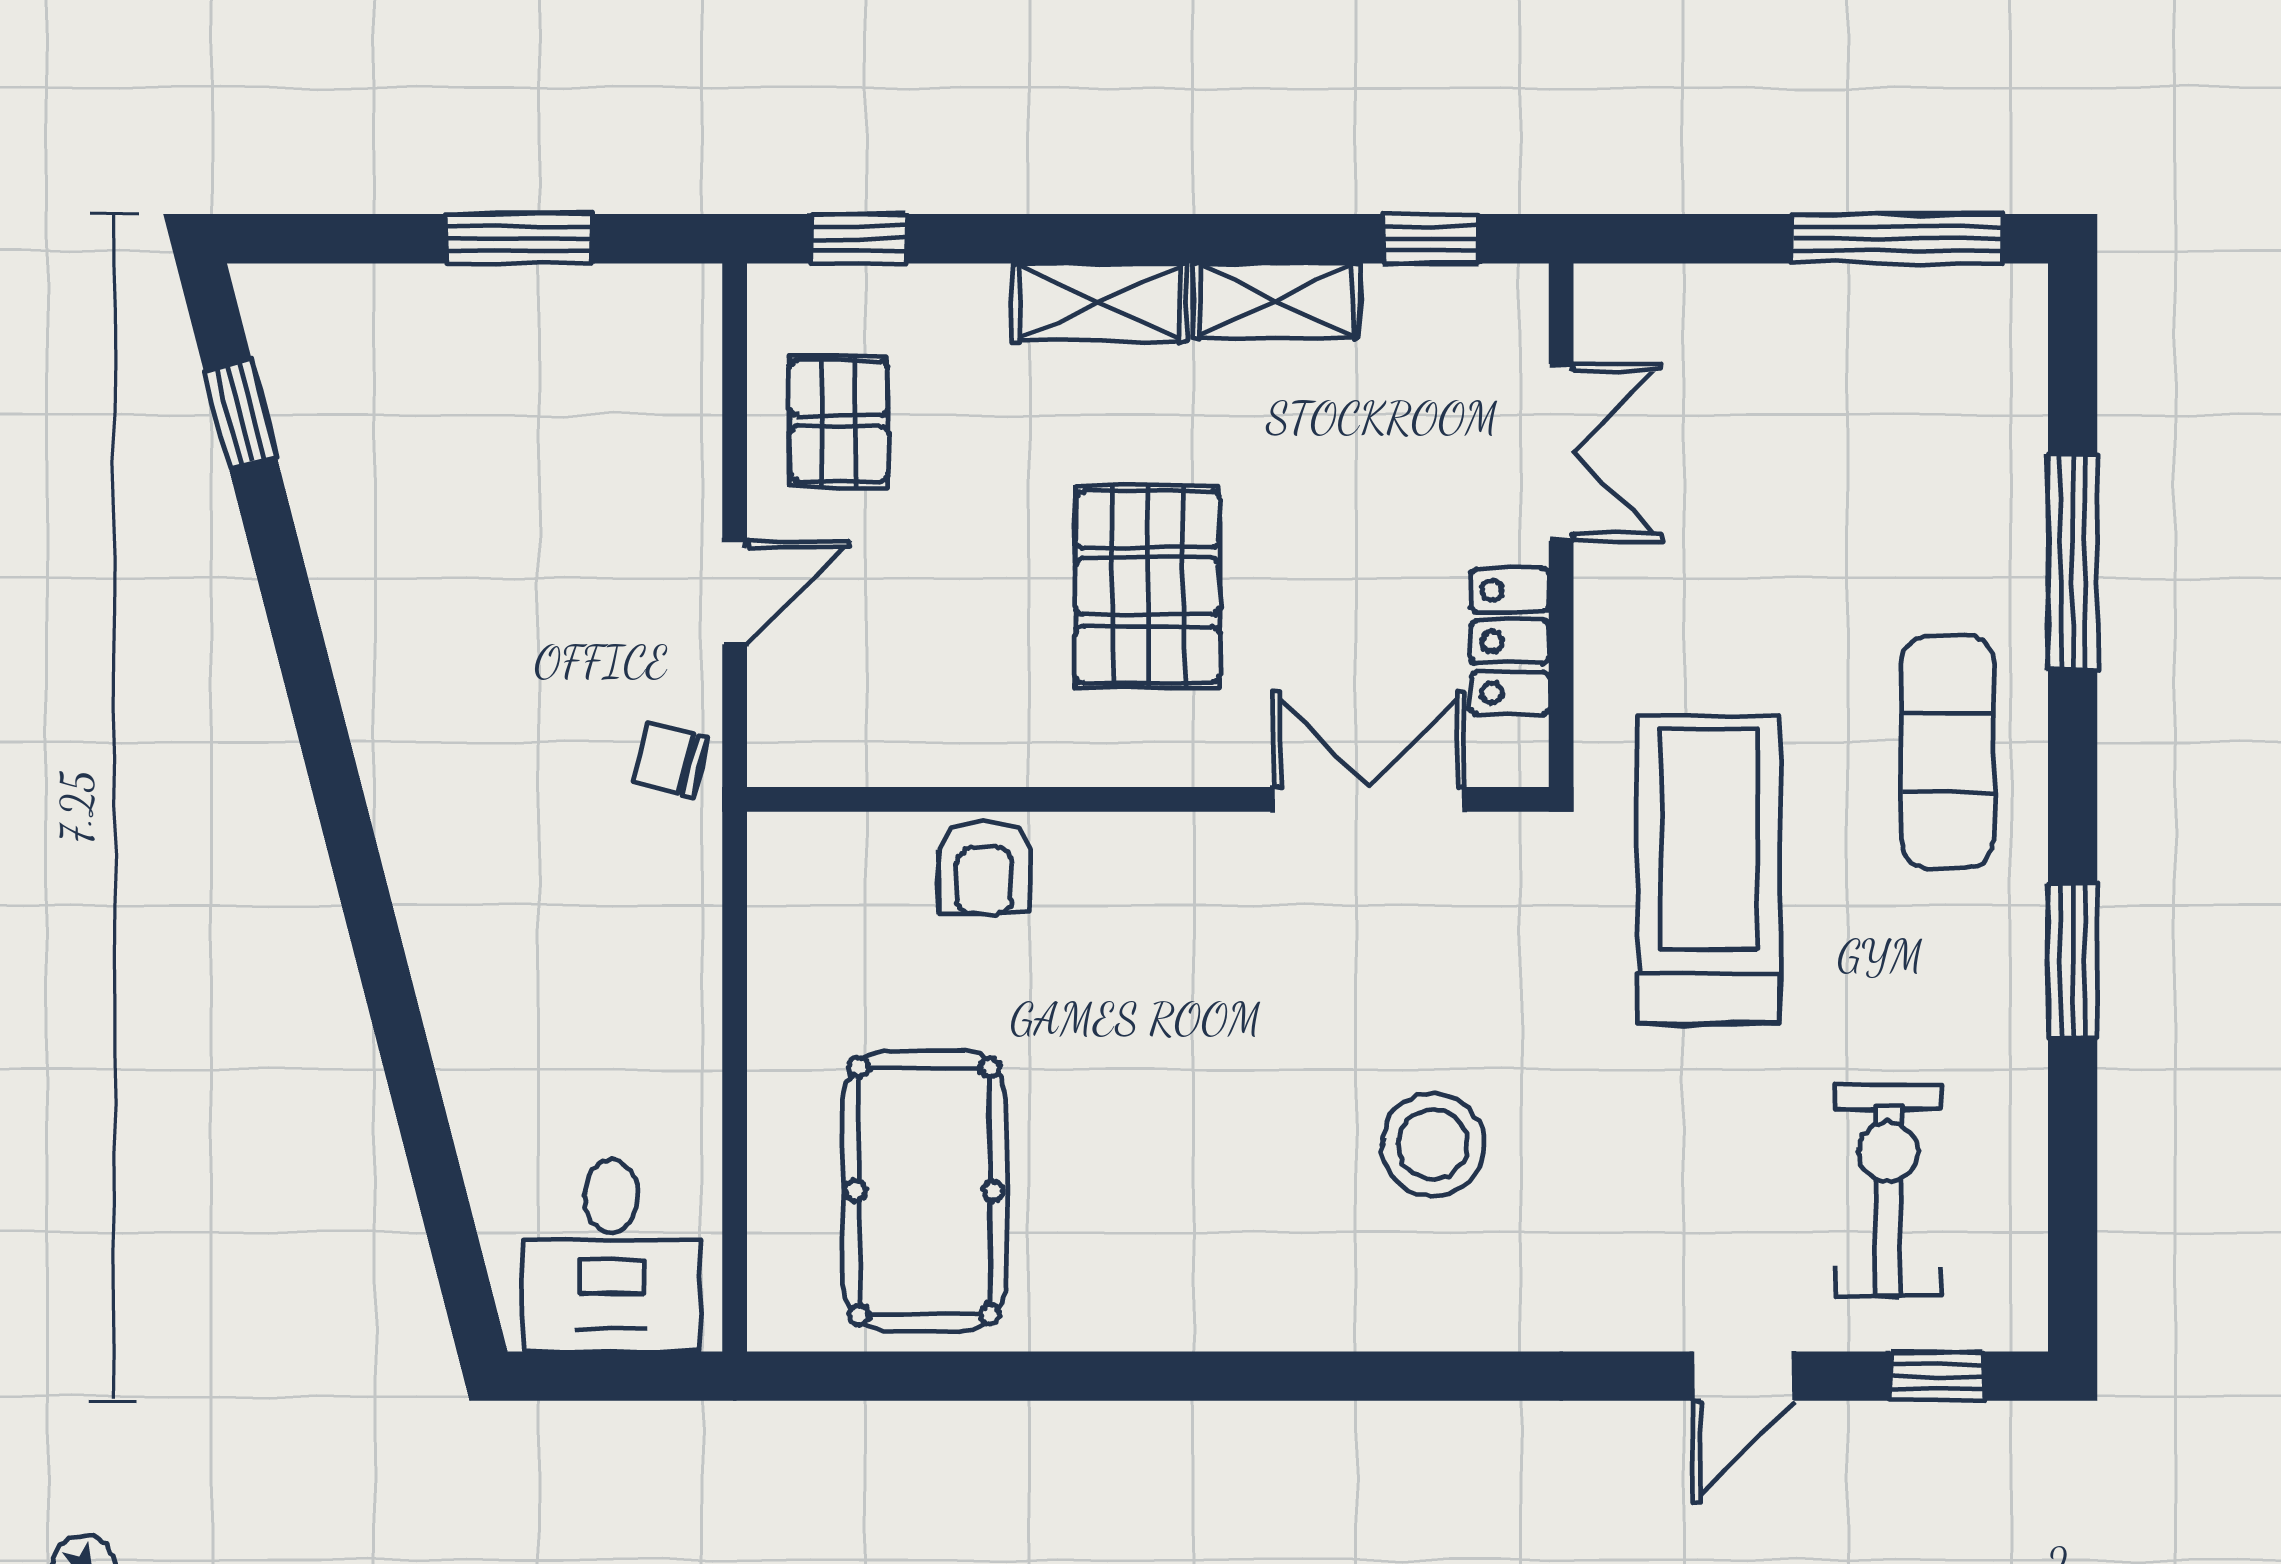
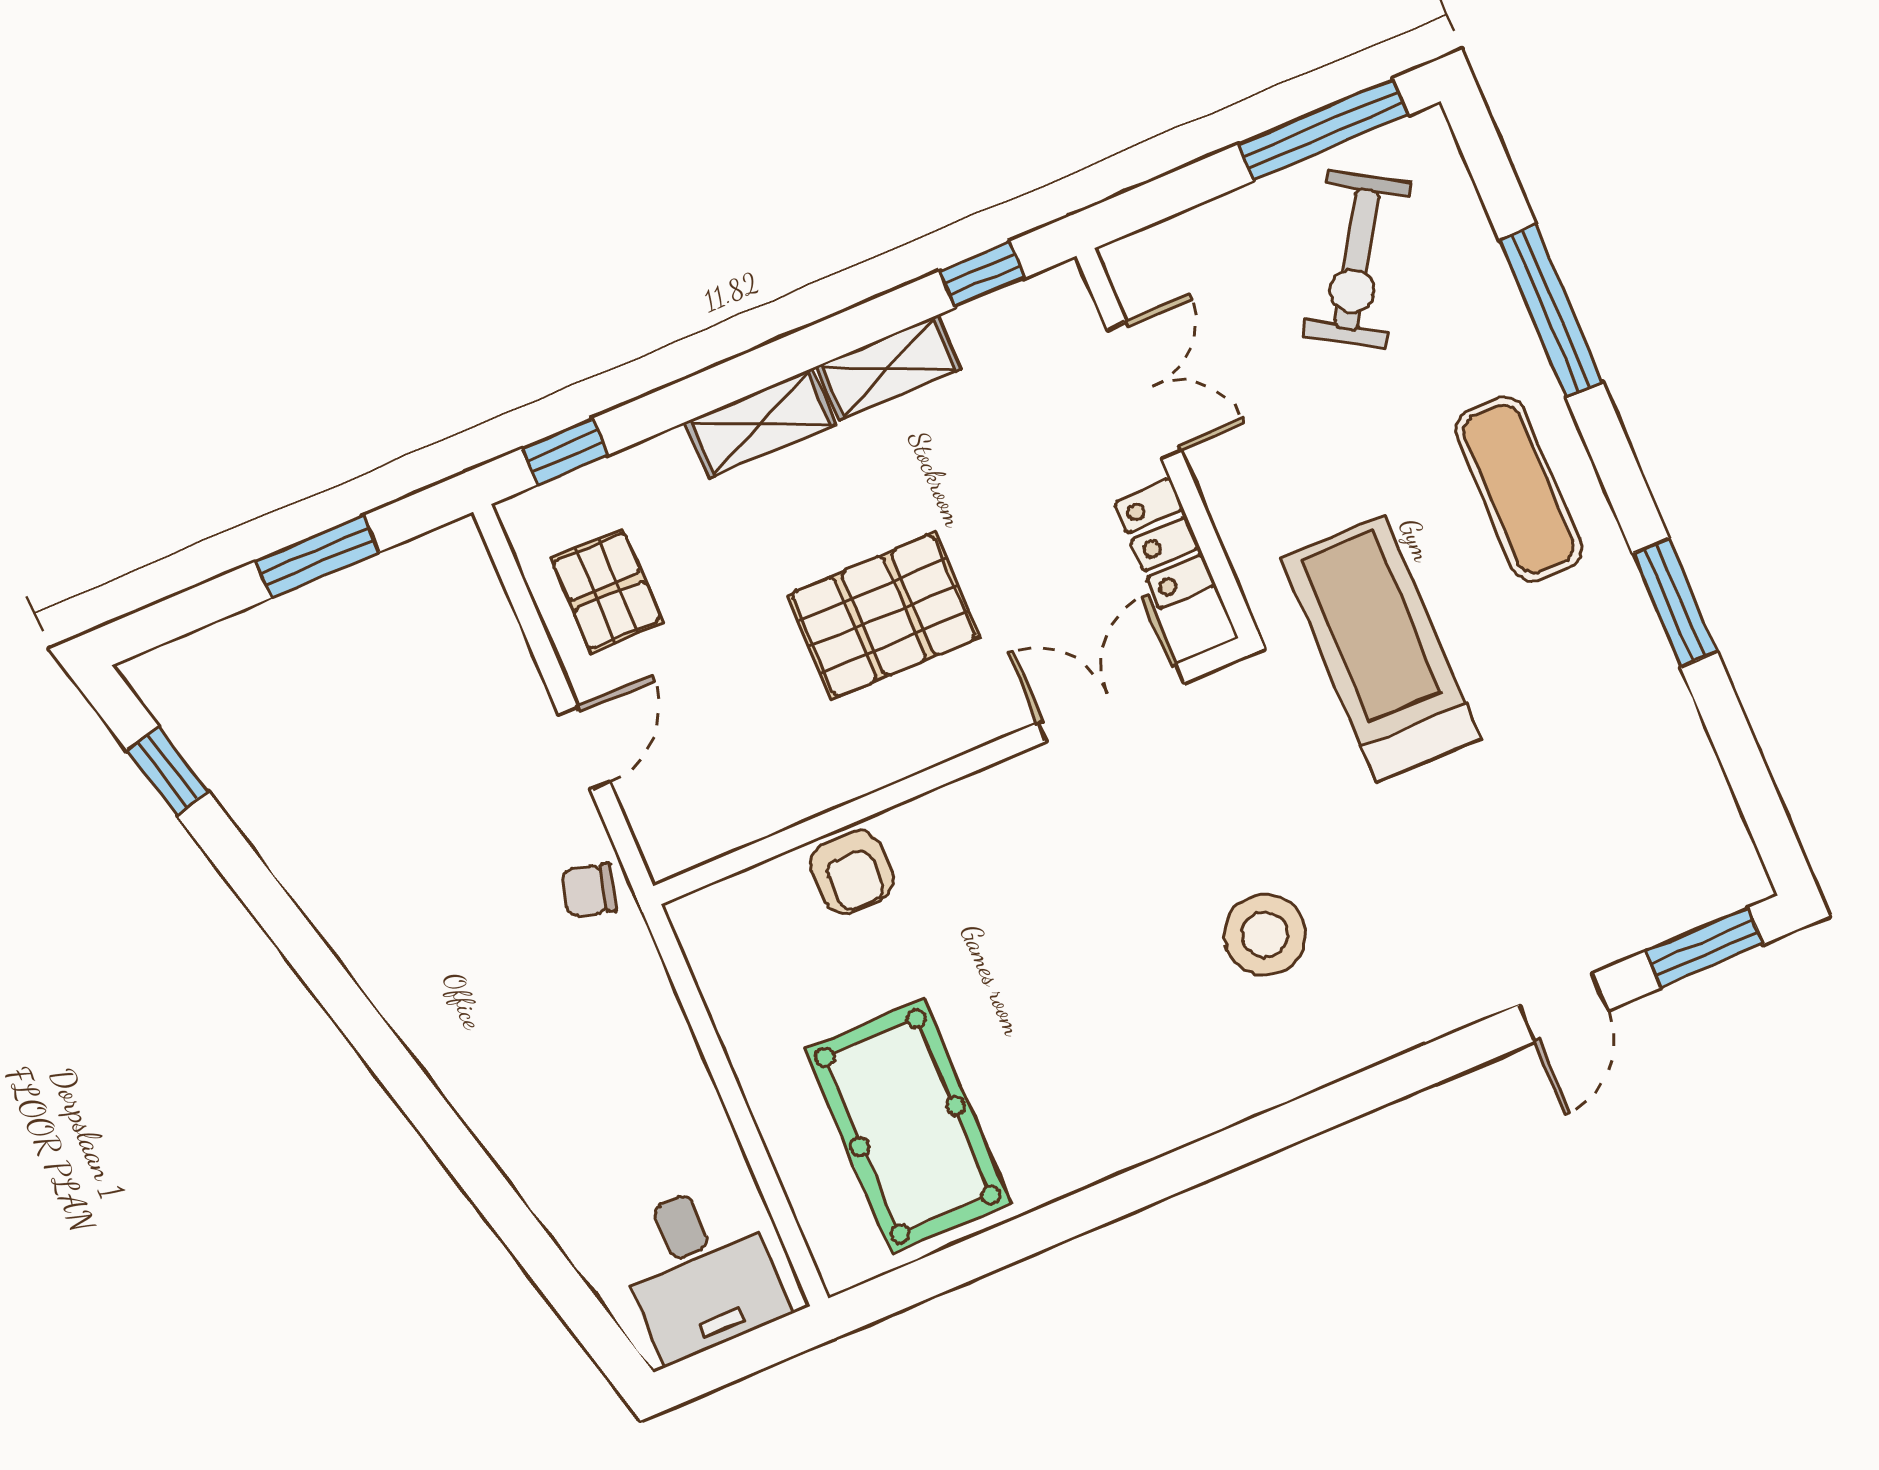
pallet: (1148, 587) -> (884, 616), turned 90
exercise bike: (1888, 1190) -> (1357, 259), moved, turned -148
window: (1937, 1376) -> (1705, 948), width x1.50

